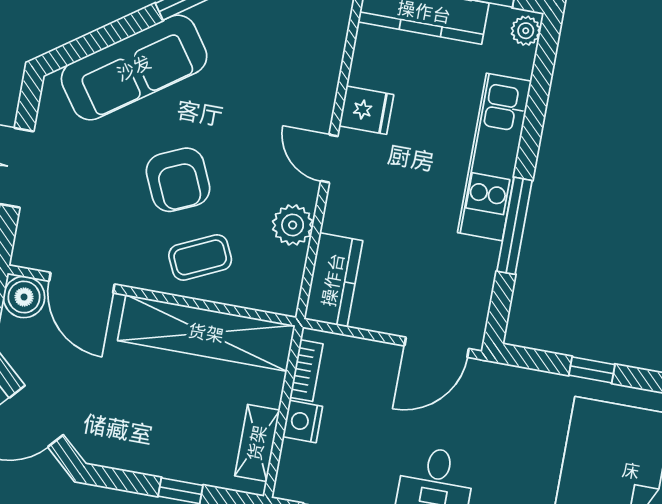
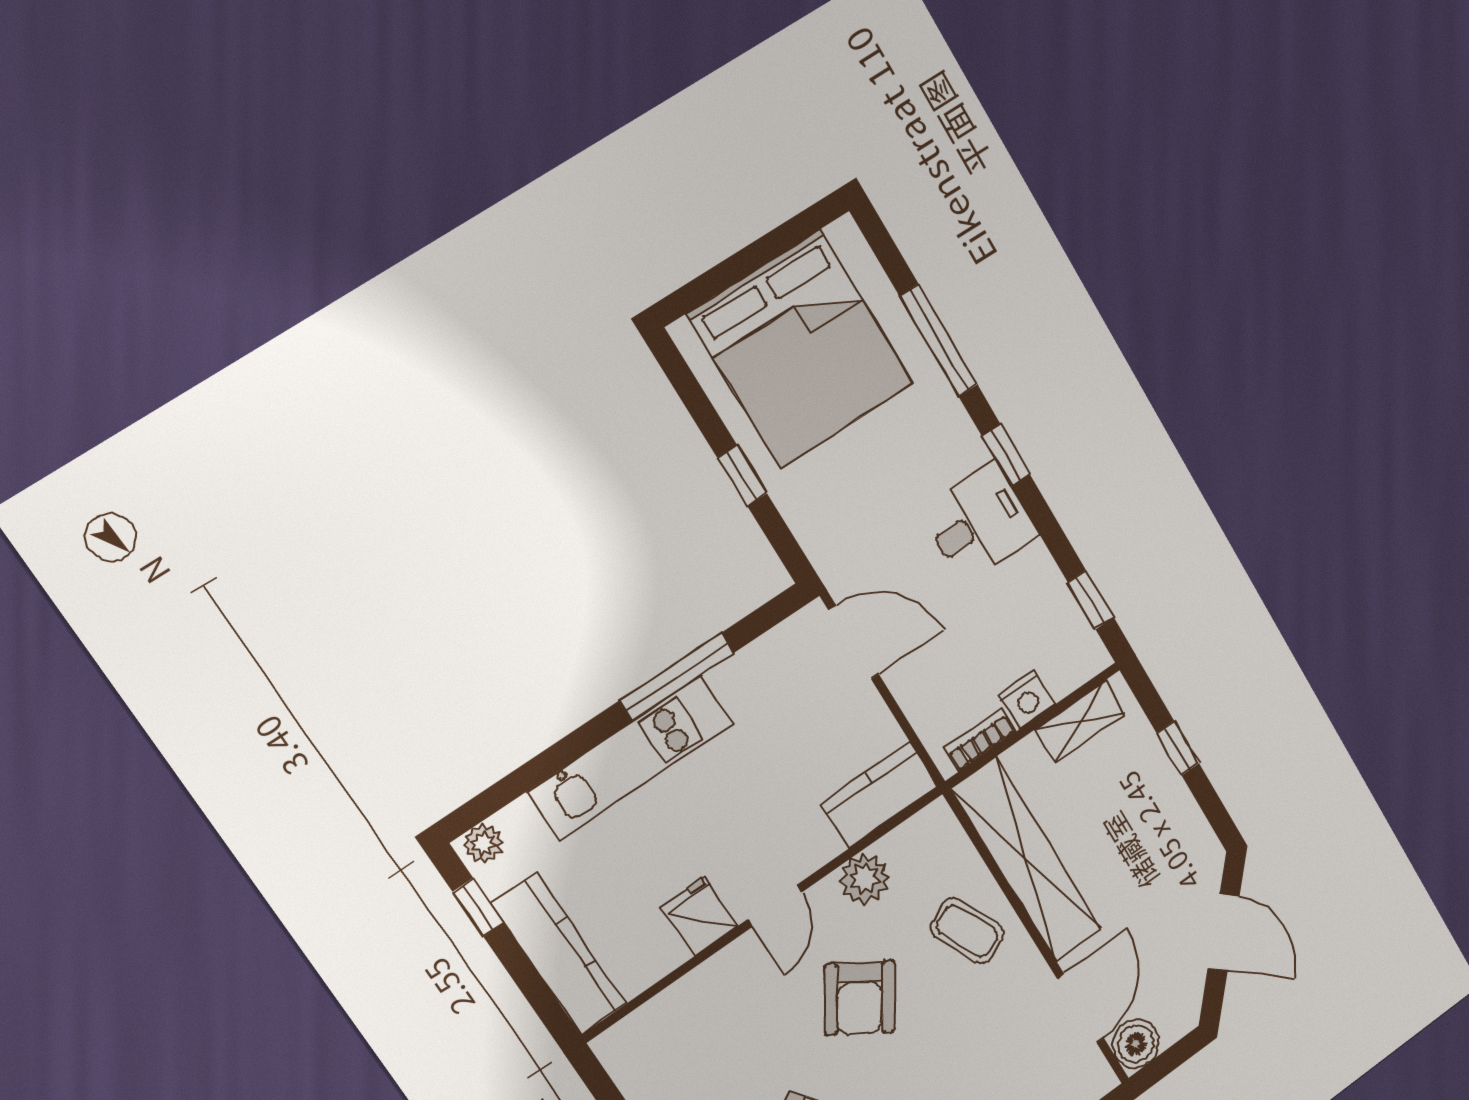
armchair: (178, 180) -> (860, 998), moved, turned 147

